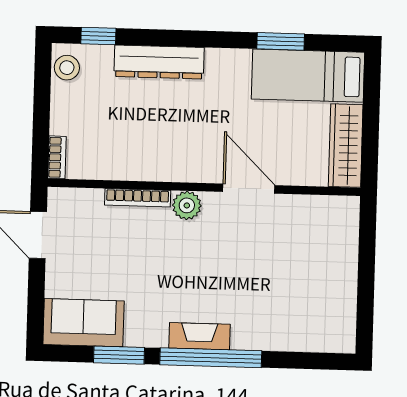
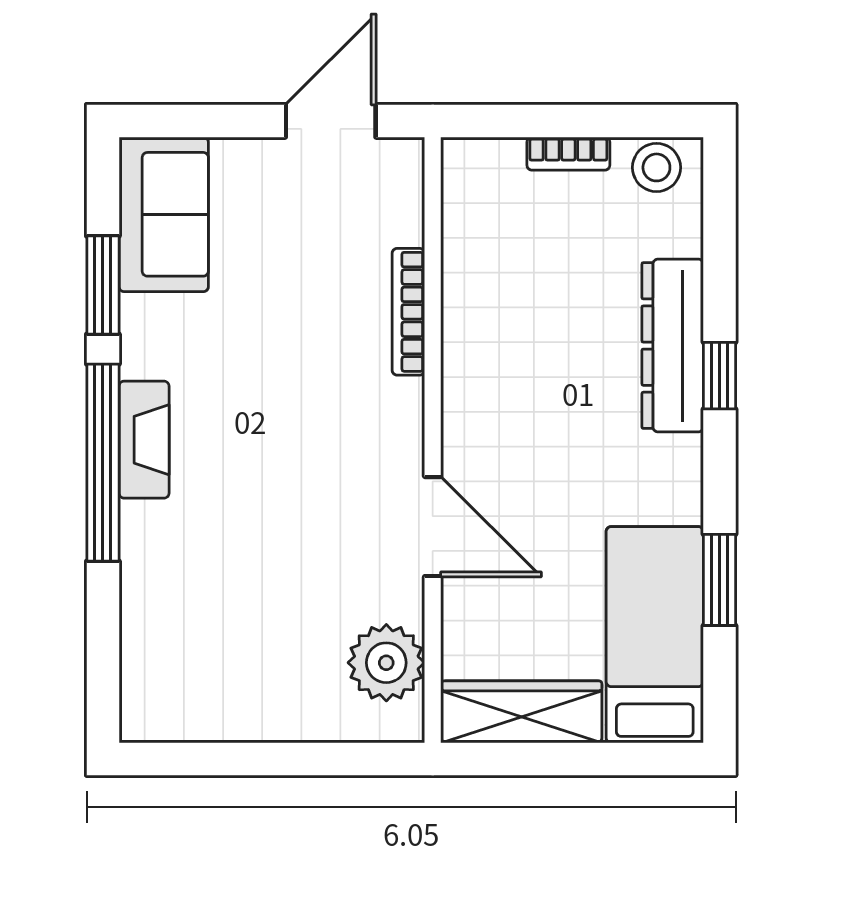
window: (98, 36) -> (720, 376), moved
bookcase: (57, 157) -> (568, 154), moved
door: (249, 189) -> (433, 527), hinge flipped
plant: (187, 205) -> (386, 663), moved, width x1.36, depth x1.36

